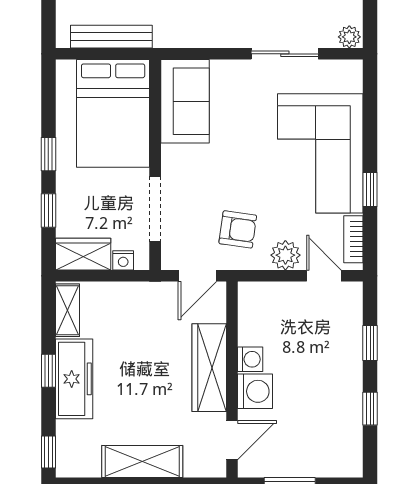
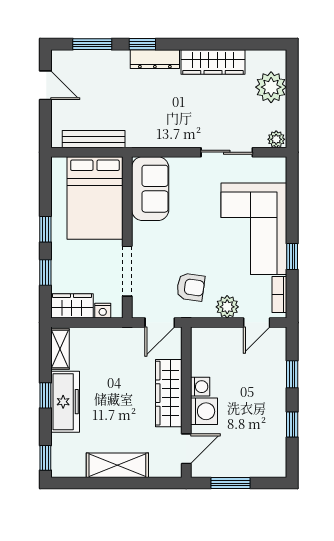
door: (324, 276) -> (257, 323), swing flipped

